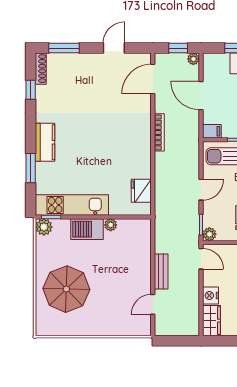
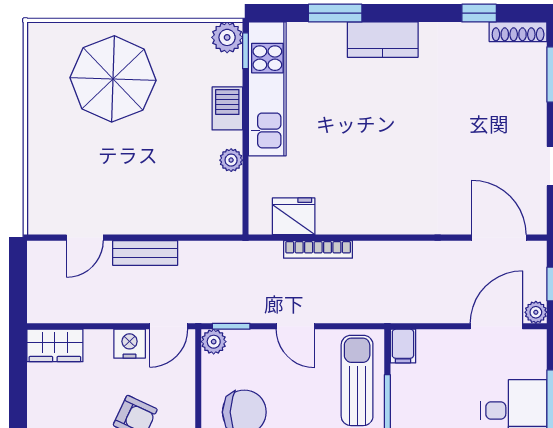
door: (201, 96) -> (496, 326), moved
bookcase: (159, 132) -> (318, 249), moved
barbecue: (87, 229) -> (227, 108), width x0.73, depth x0.79
nightstand: (211, 296) -> (130, 344), moved
door: (153, 304) -> (85, 238), swing flipped

